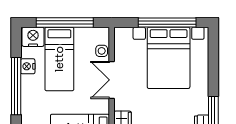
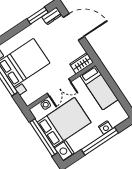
bed: (59, 59) -> (64, 122), width x1.50
nightstand: (28, 66) -> (105, 128), moved

